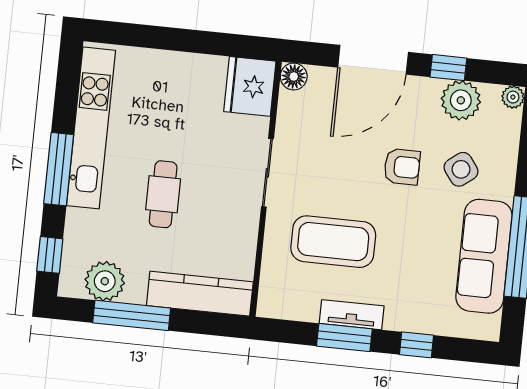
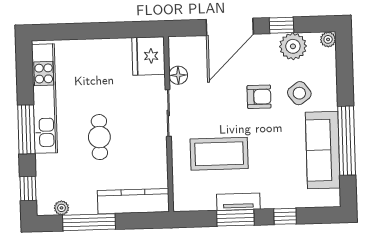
floor lamp: (294, 77) -> (178, 75), moved
plant: (105, 281) -> (61, 208), width x0.53, depth x0.53

